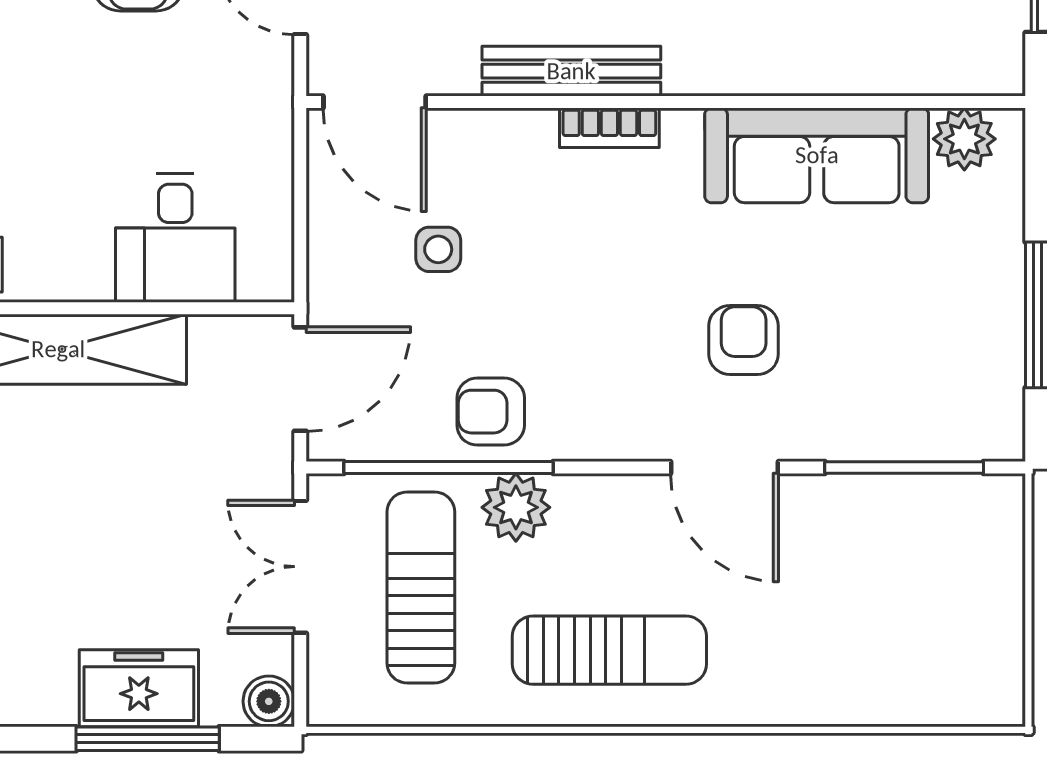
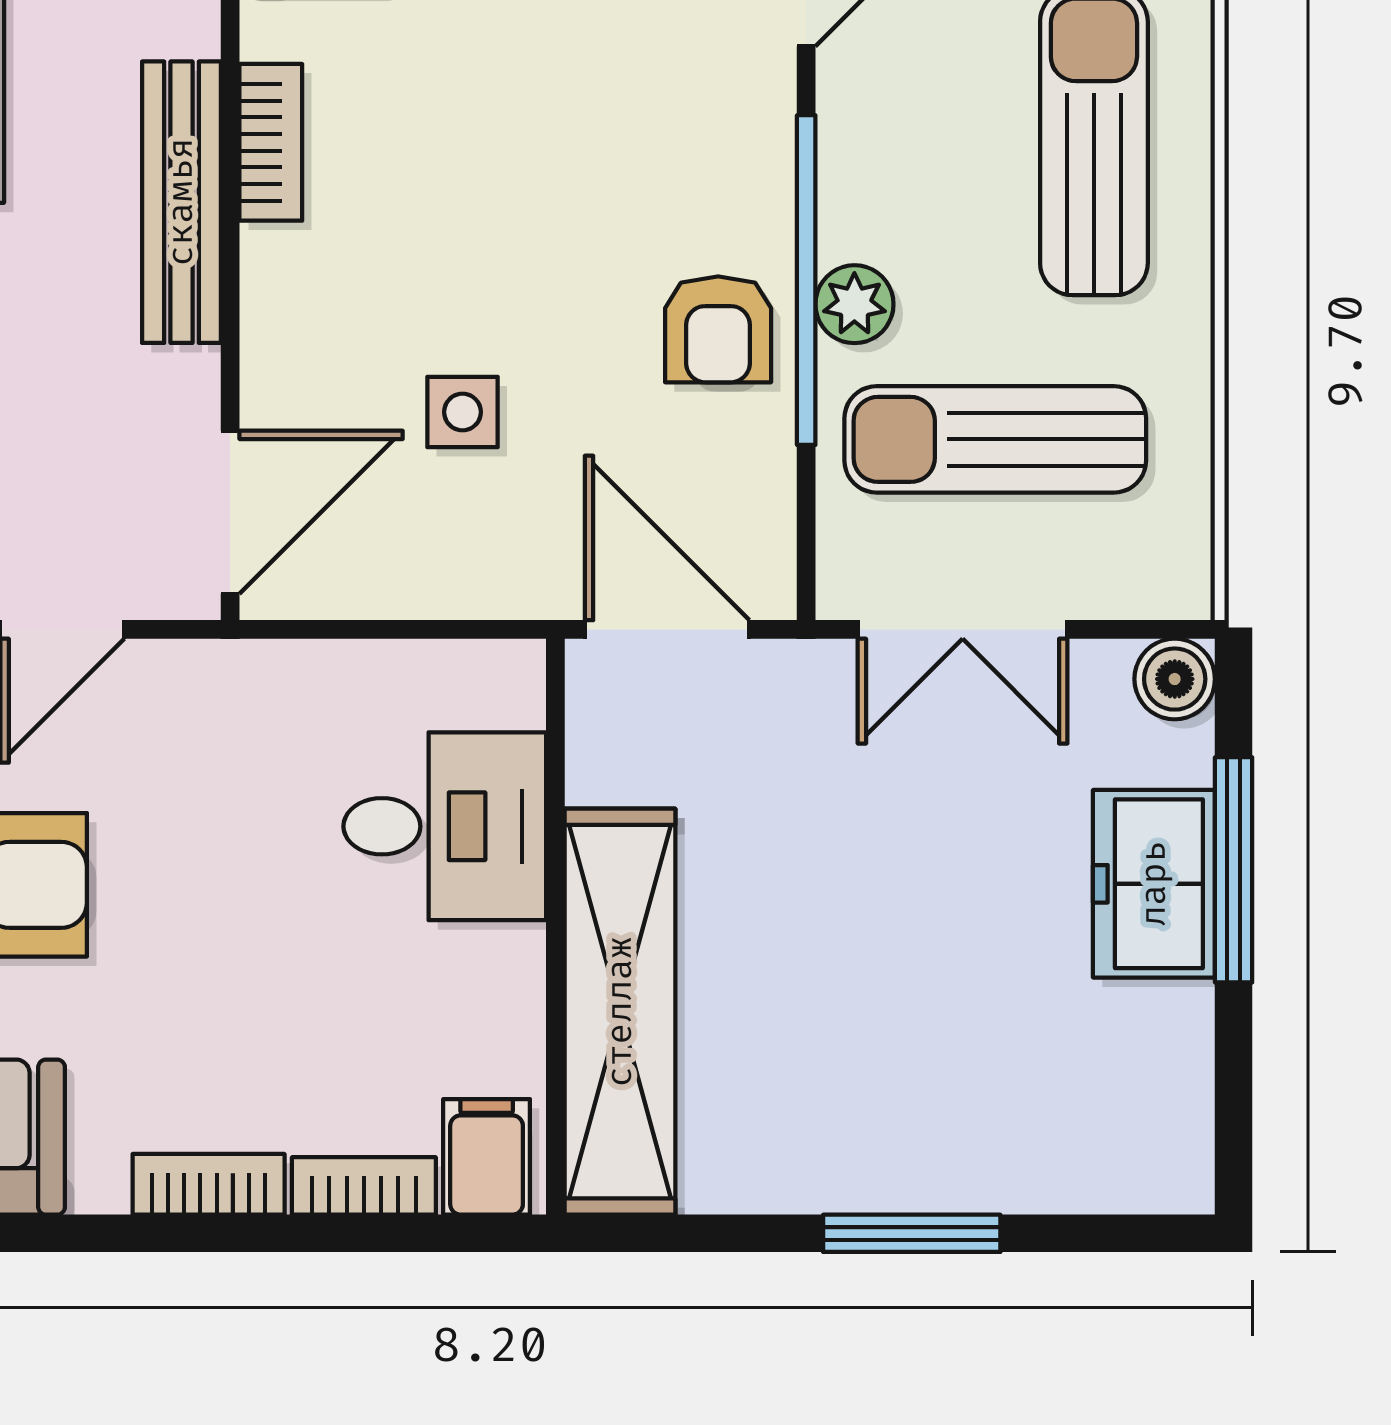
window: (448, 467) -> (806, 280), moved
plant: (516, 507) -> (854, 304), width x0.73, depth x0.73

